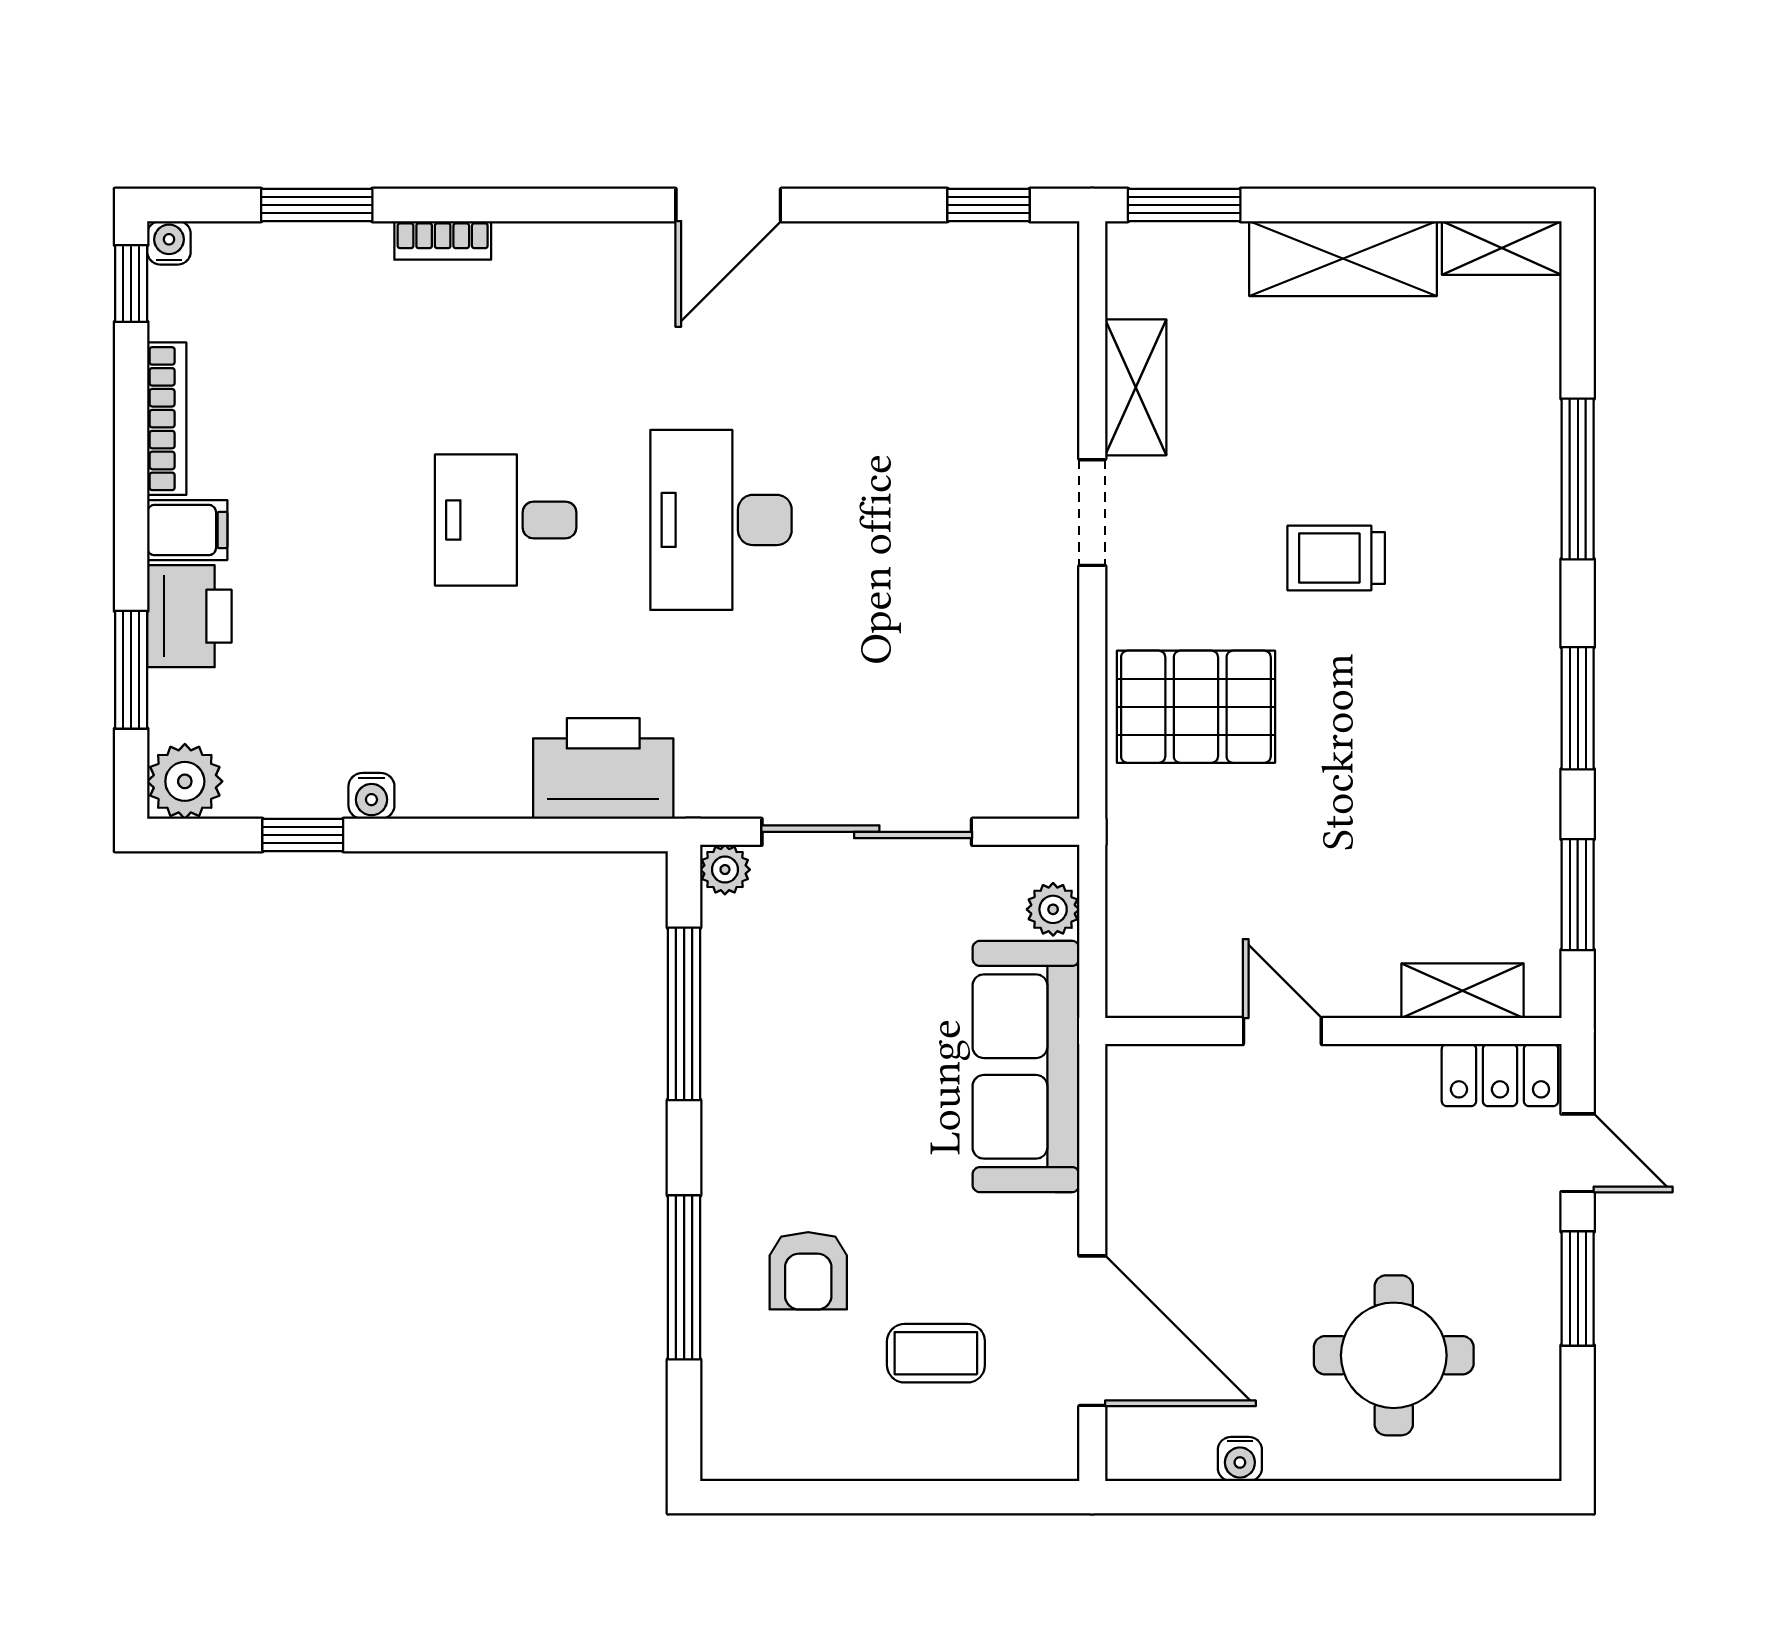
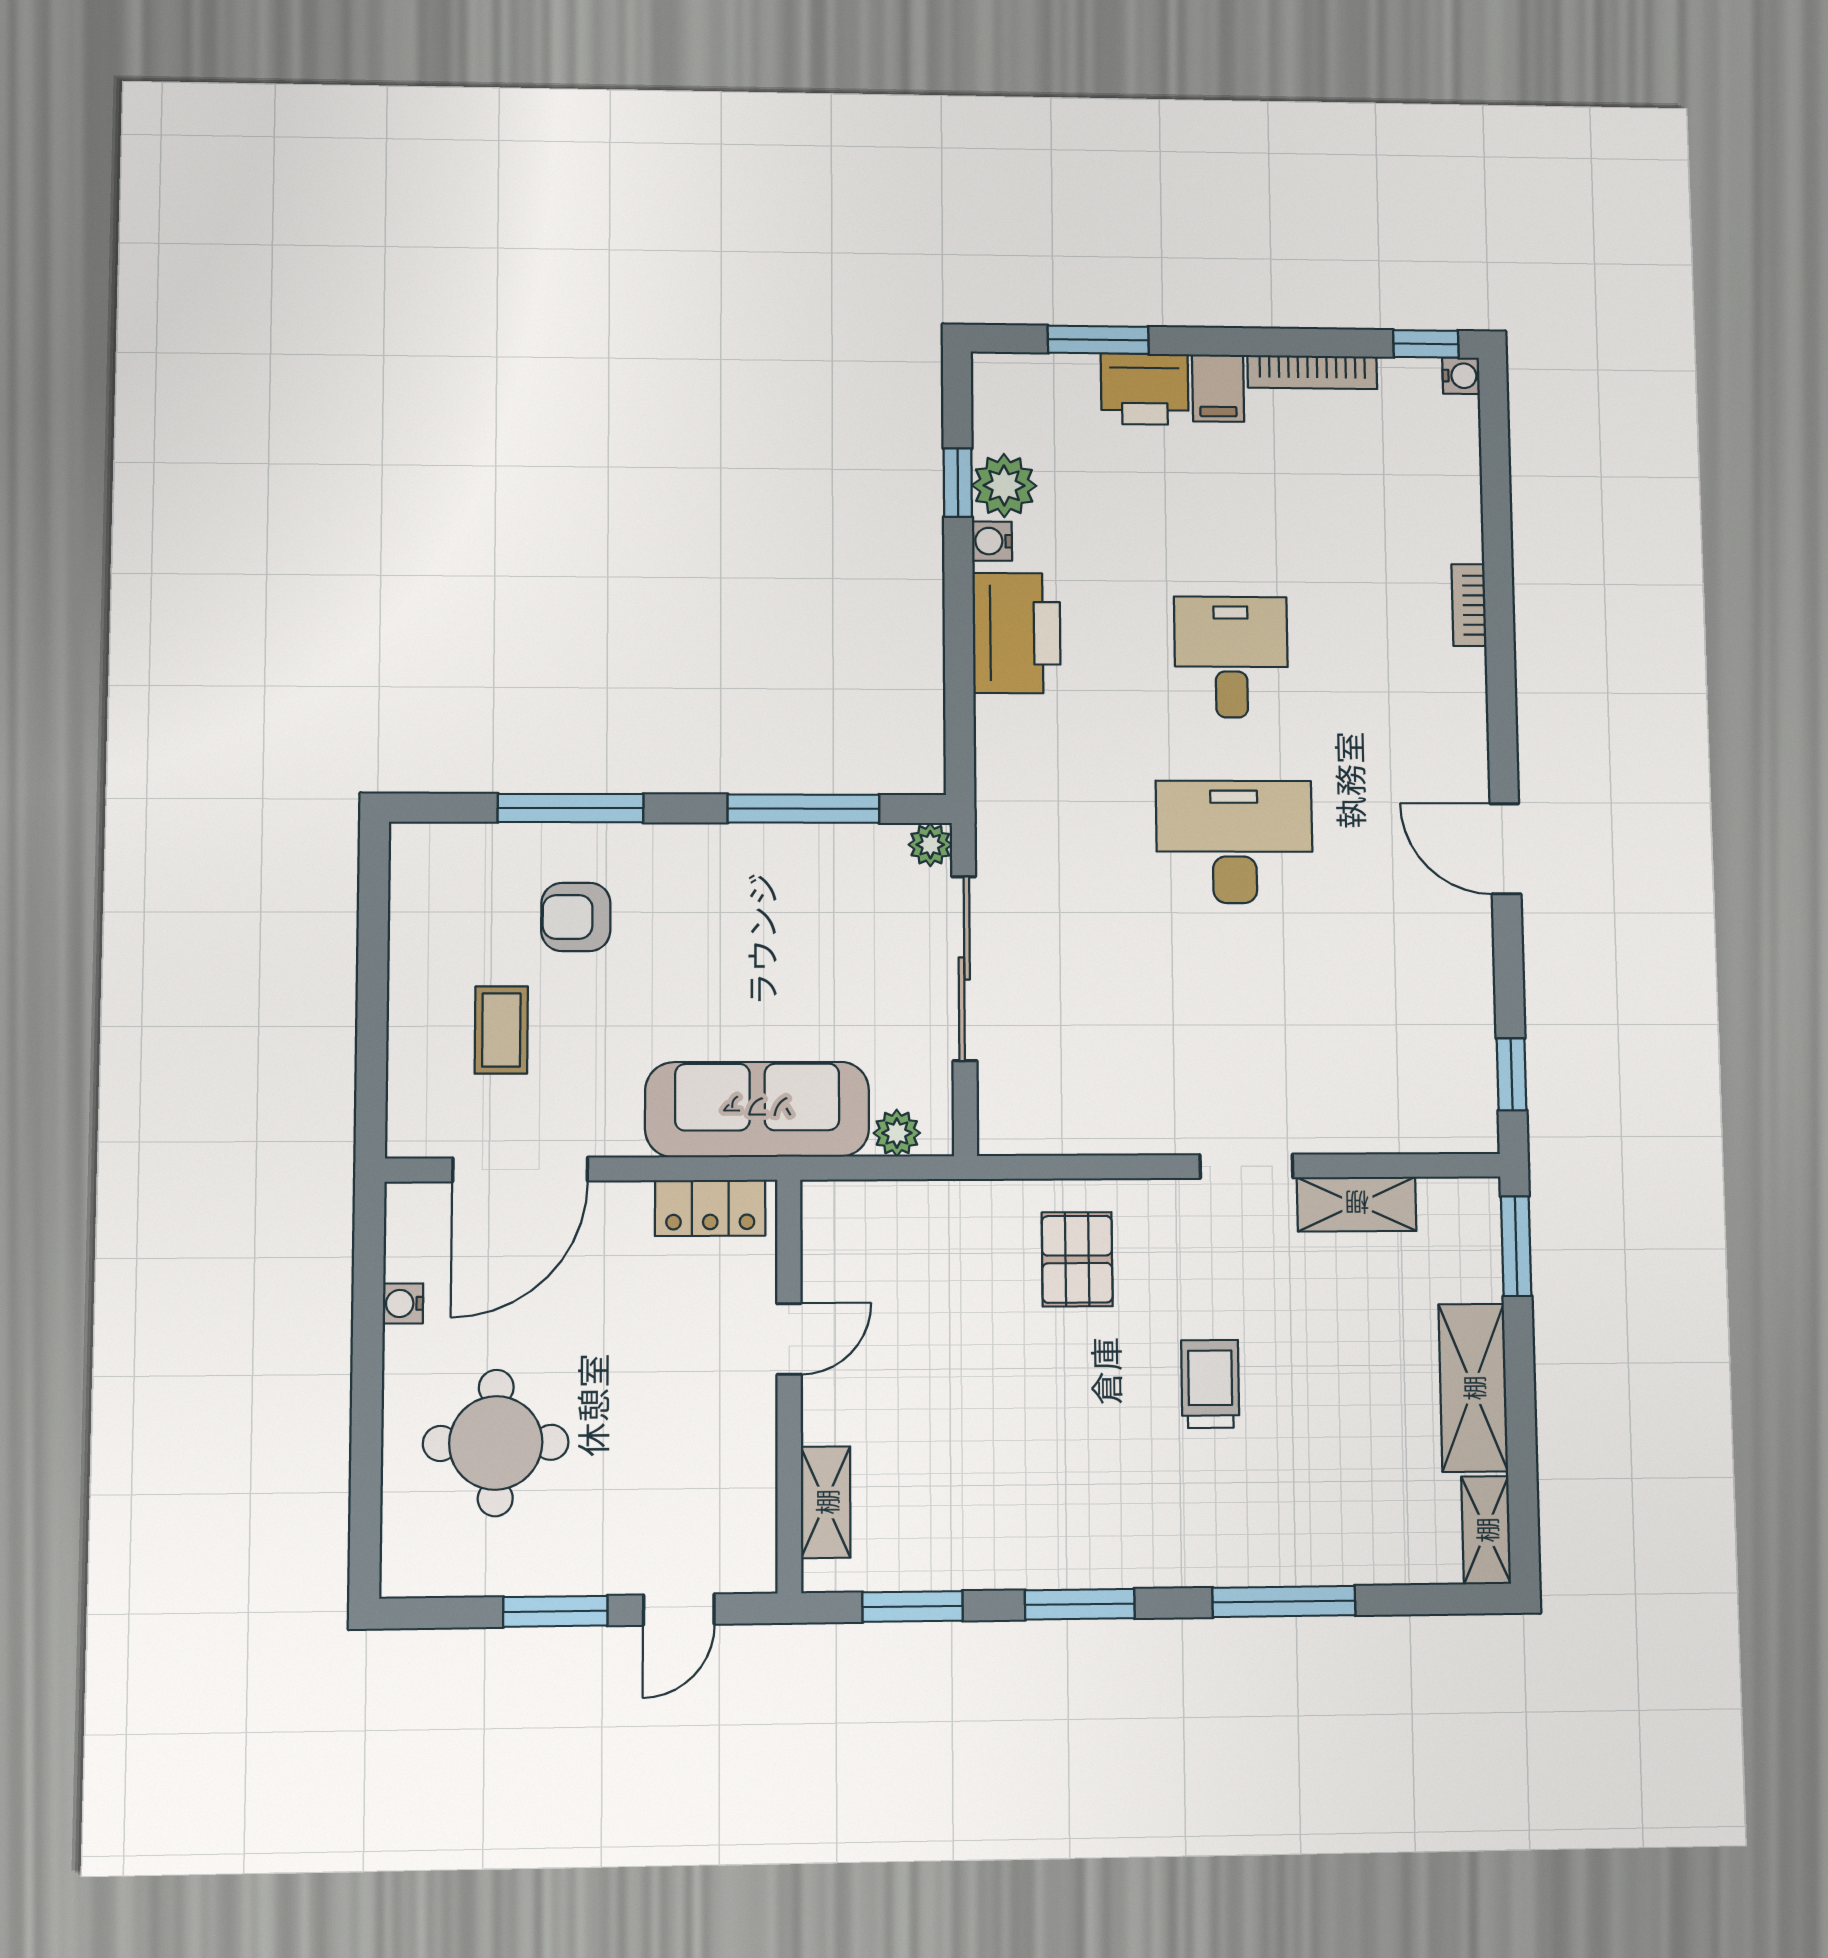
window: (317, 205) -> (1496, 499), removed
pallet: (1196, 707) -> (1077, 1259), width x0.67, depth x0.71
printer: (603, 769) -> (1017, 633), moved
plant: (185, 781) -> (1004, 486), moved
locker: (1500, 1075) -> (710, 1208), moved, turned -90

